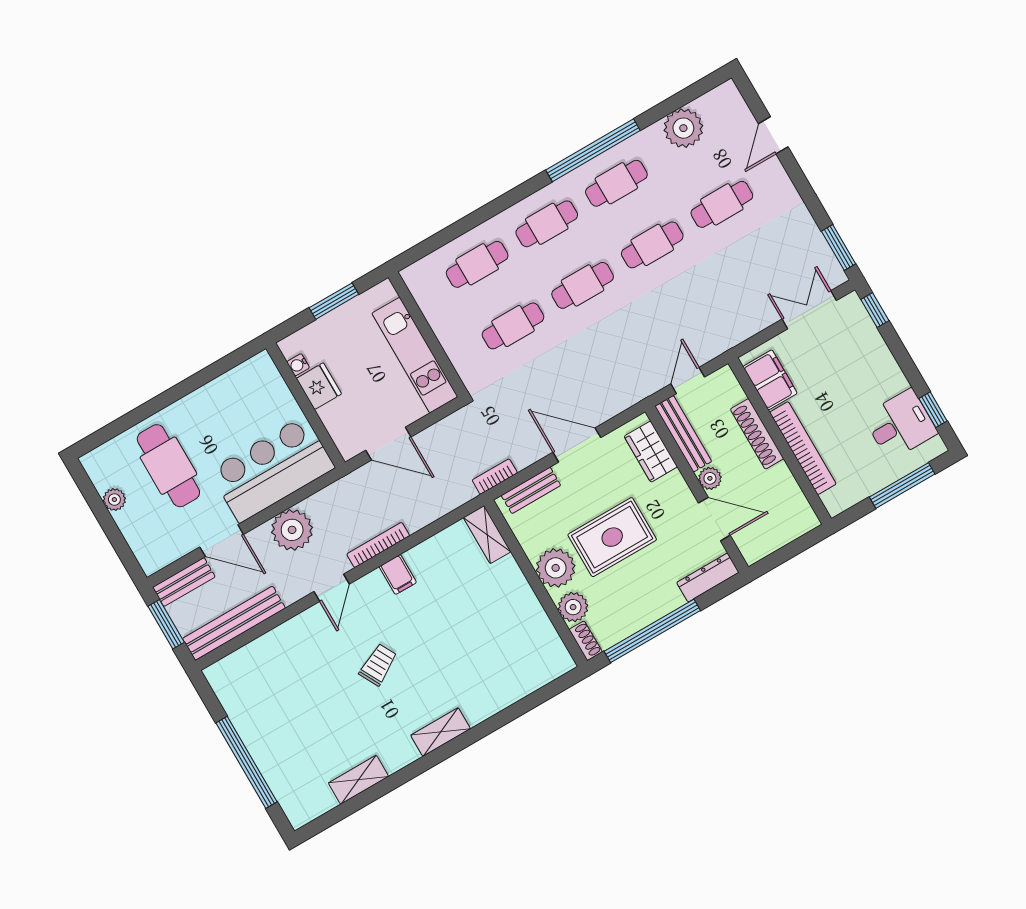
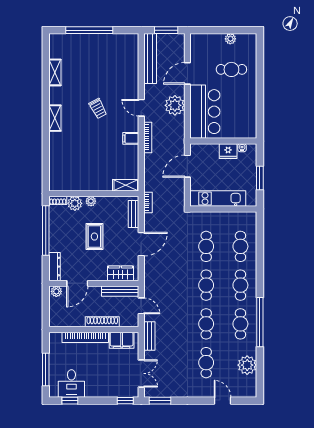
cafe table: (168, 466) -> (231, 69), width x0.73, depth x0.74
plant: (710, 478) -> (56, 291), moved
rug: (612, 537) -> (94, 237), width x0.73, depth x0.70
plant: (556, 568) -> (91, 201), width x0.53, depth x0.53
bench: (184, 582) -> (149, 336), moved

